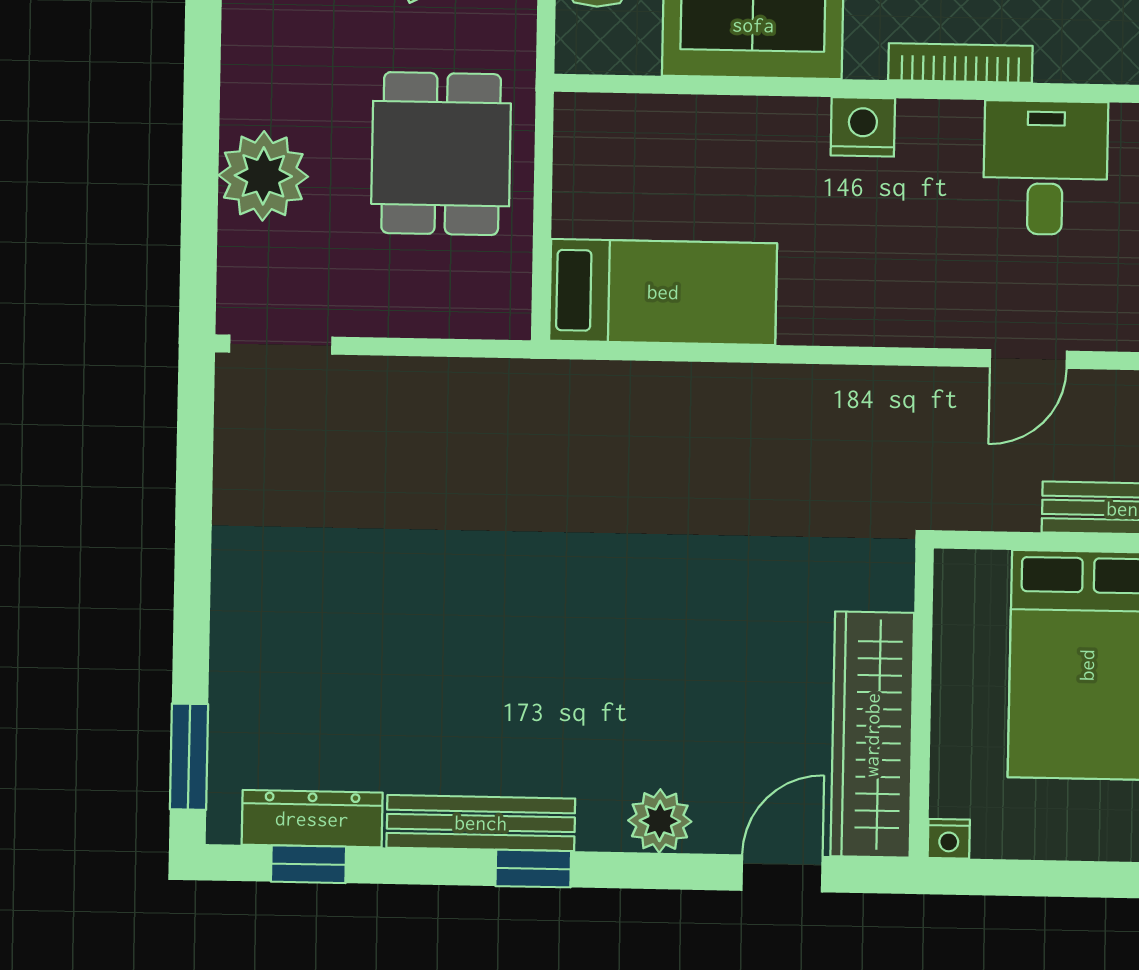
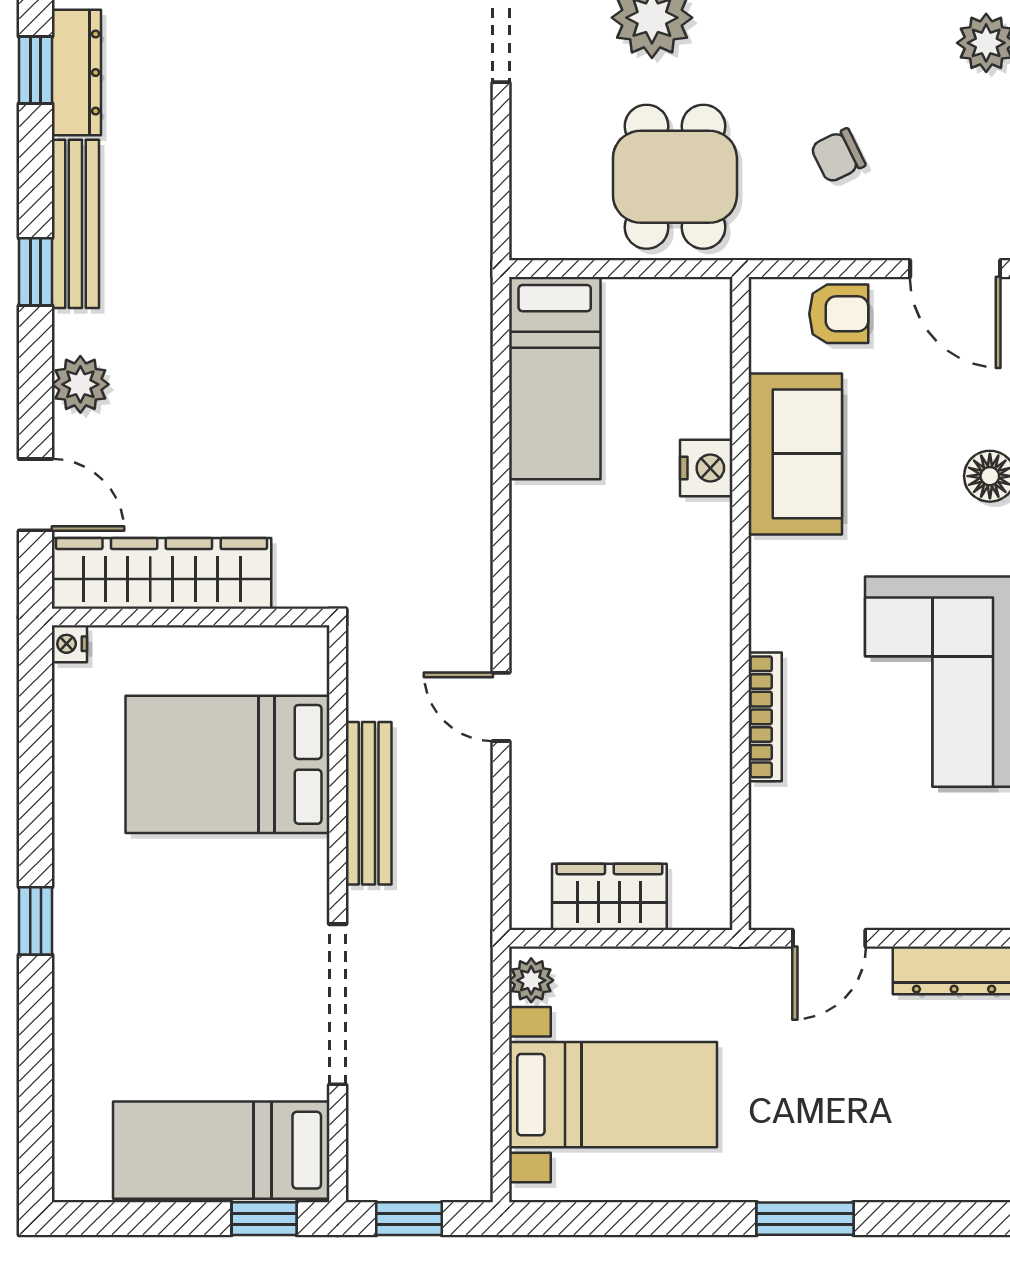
bookcase: (960, 63) -> (765, 717), moved
nightstand: (863, 127) -> (706, 468), moved
dining table: (441, 154) -> (675, 177), turned 90
desk: (1045, 168) -> (673, 719), removed

